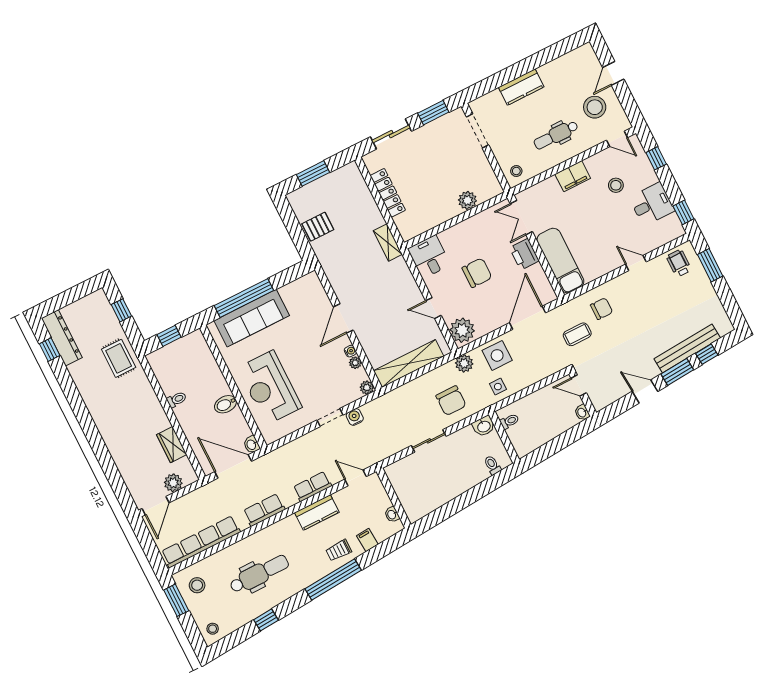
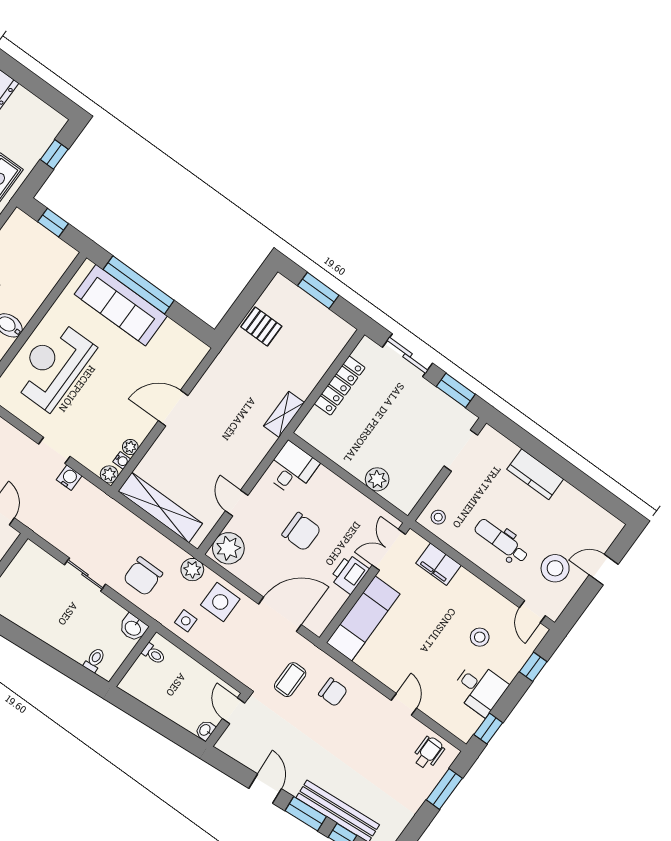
filing cabinet: (573, 176) -> (439, 564), moved
coffee table: (577, 334) -> (290, 680), turned 90
water cooler: (350, 351) -> (122, 461), moved

